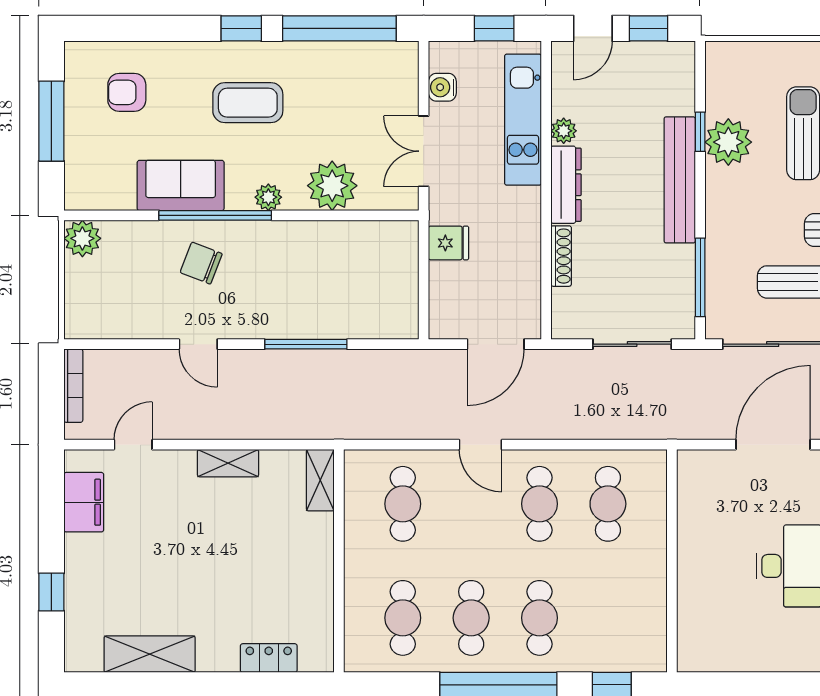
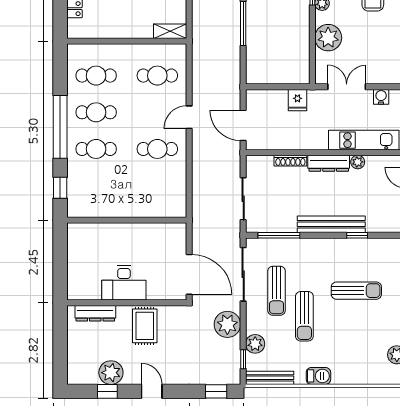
plant: (728, 142) -> (352, 250), removed
cafe table: (608, 504) -> (157, 186), removed

